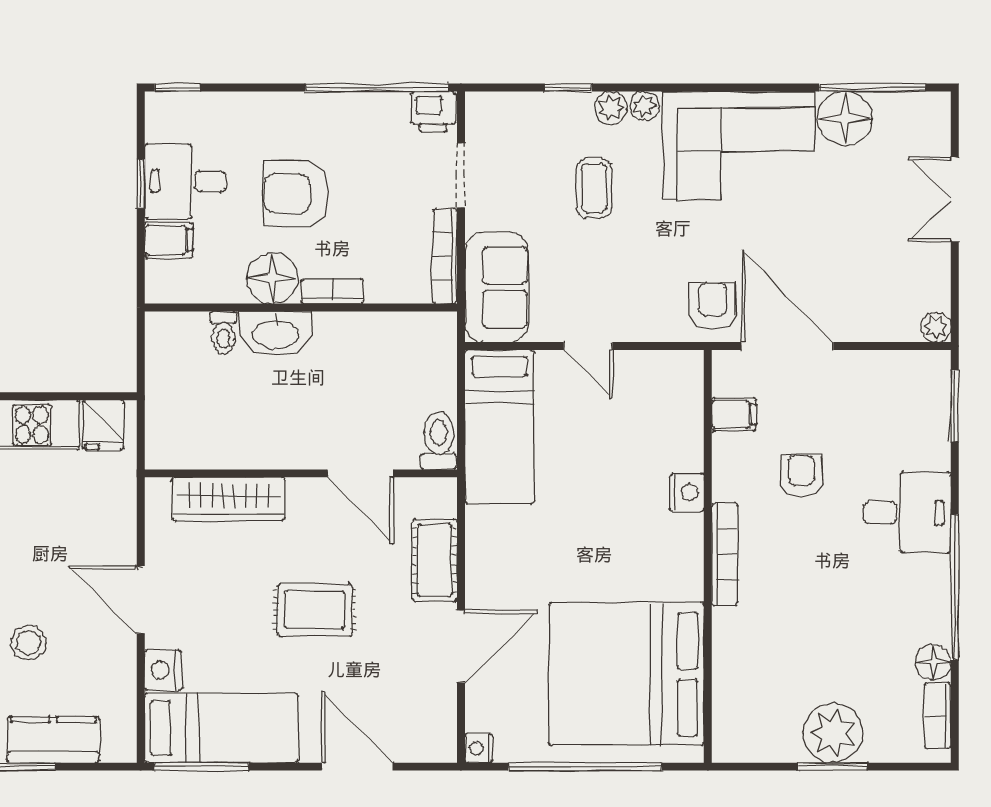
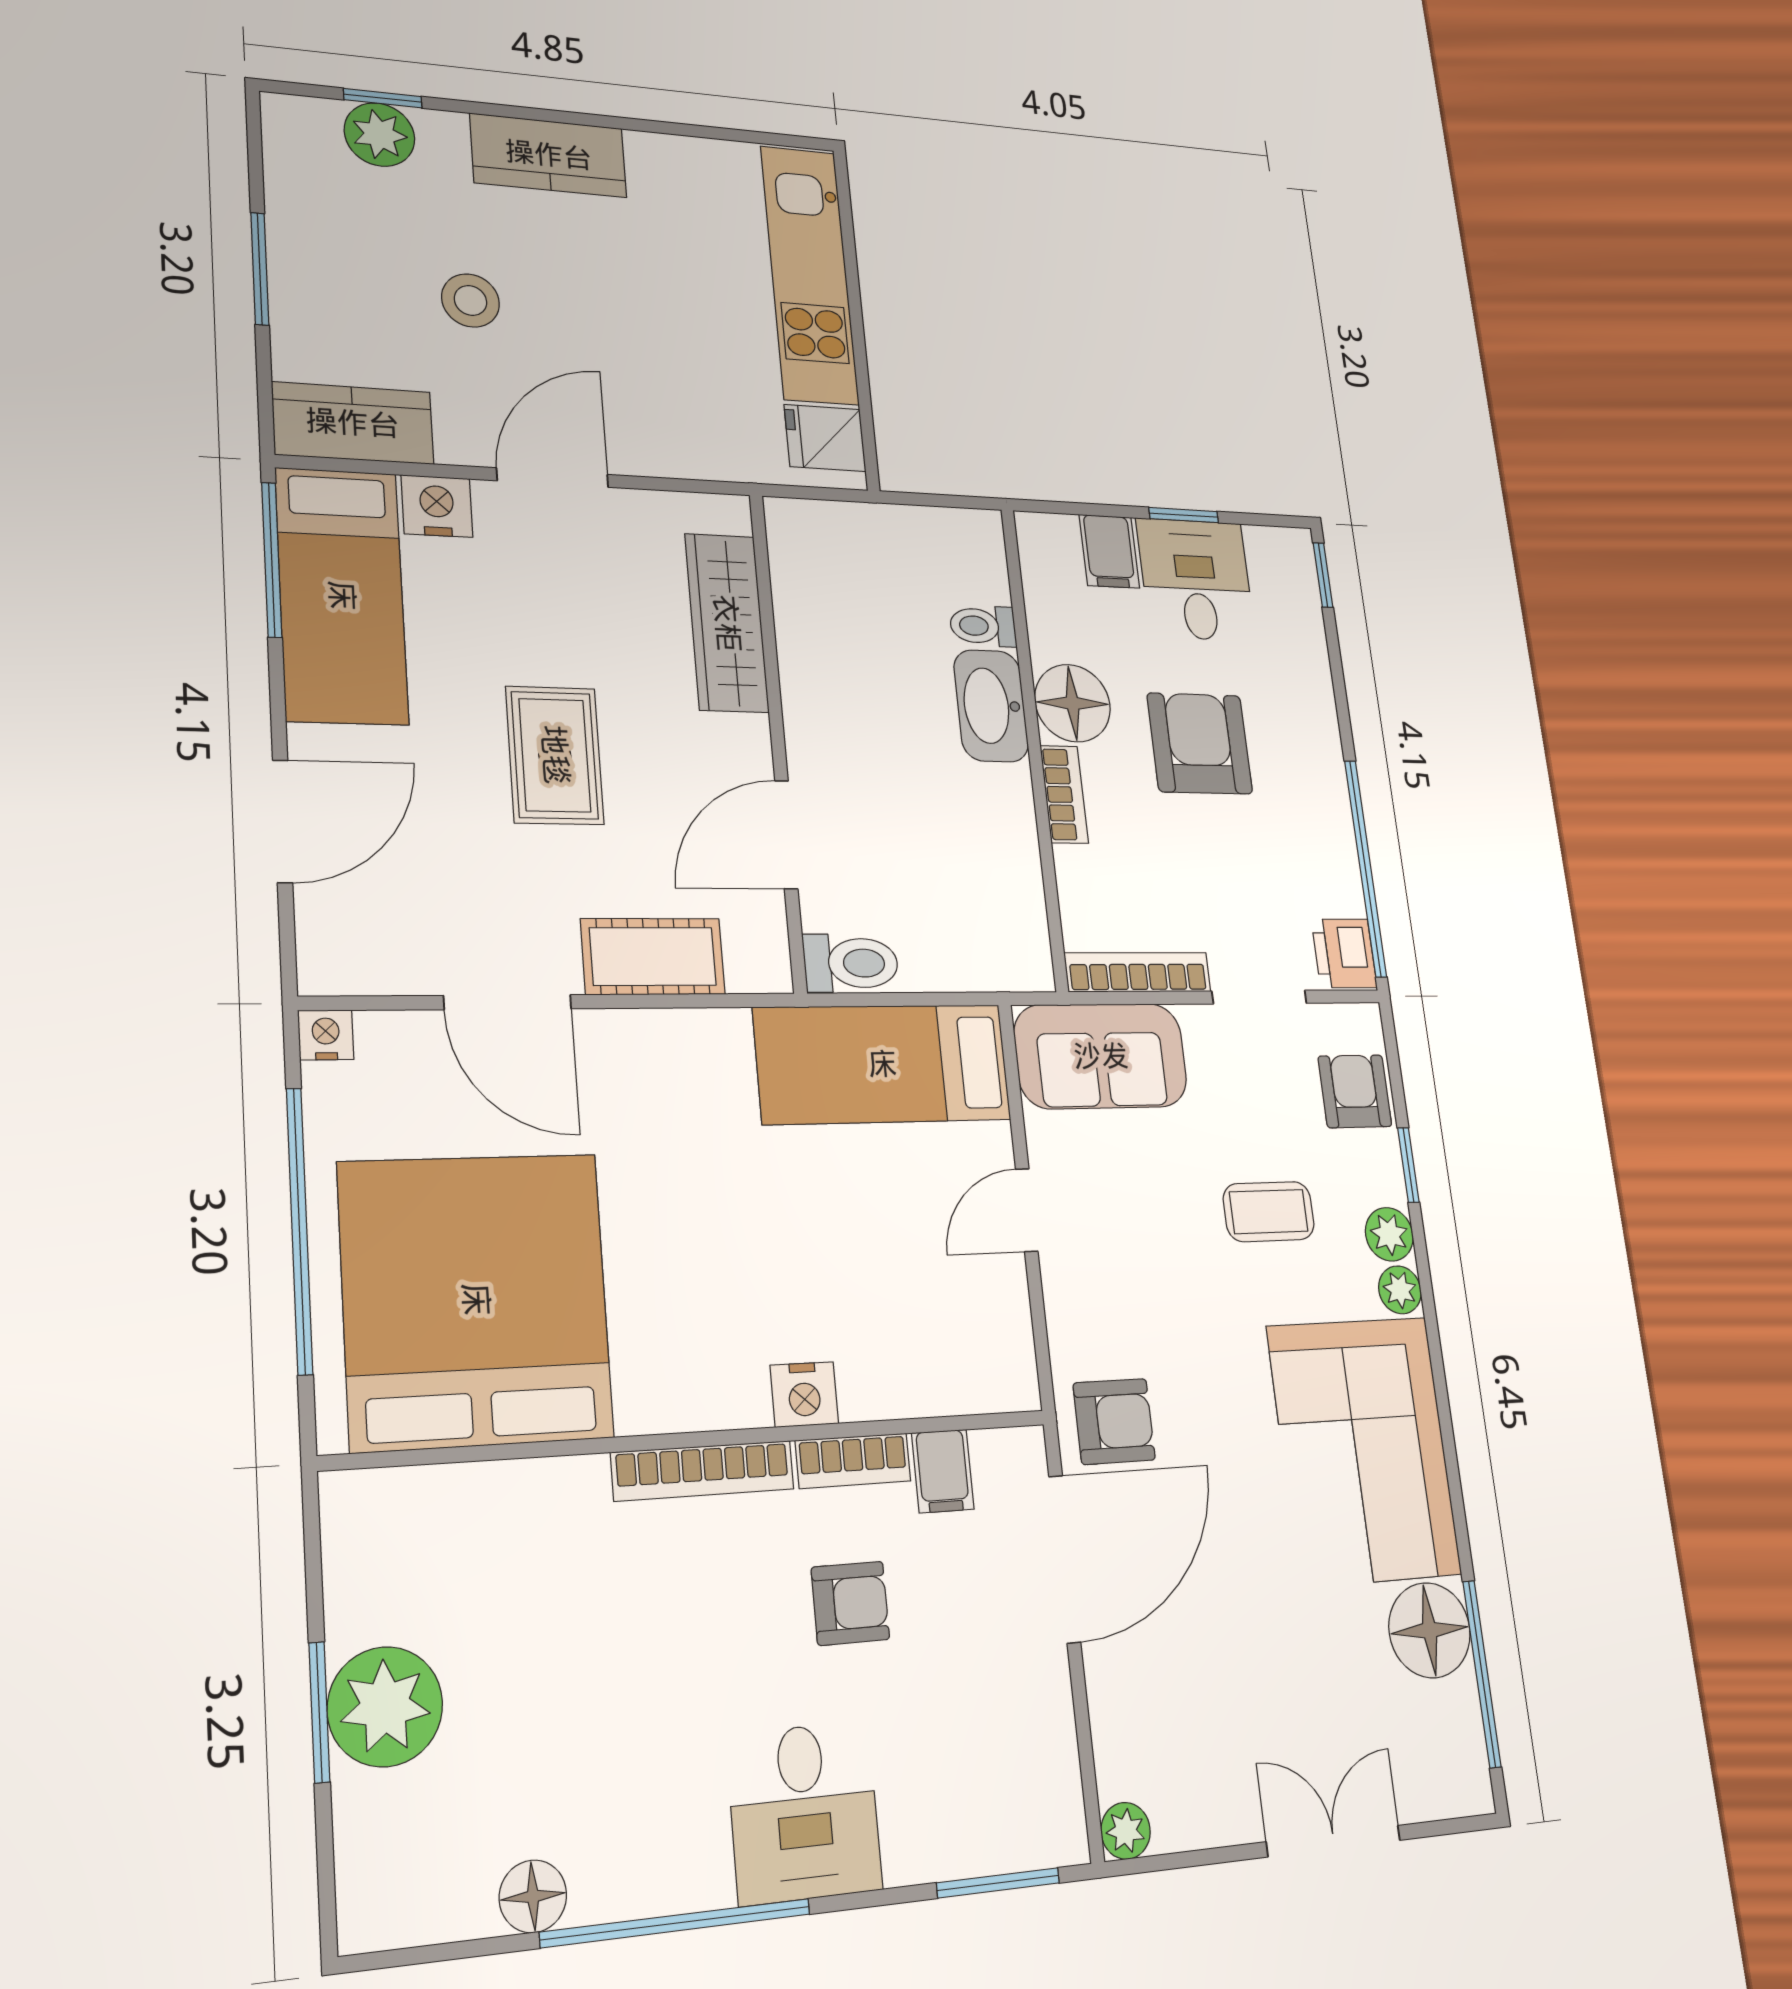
armchair: (521, 118) -> (1355, 1091), added
bookcase: (938, 716) -> (853, 1461), moved, turned 180
kitchen counter: (53, 740) -> (353, 423), moved, turned -90

